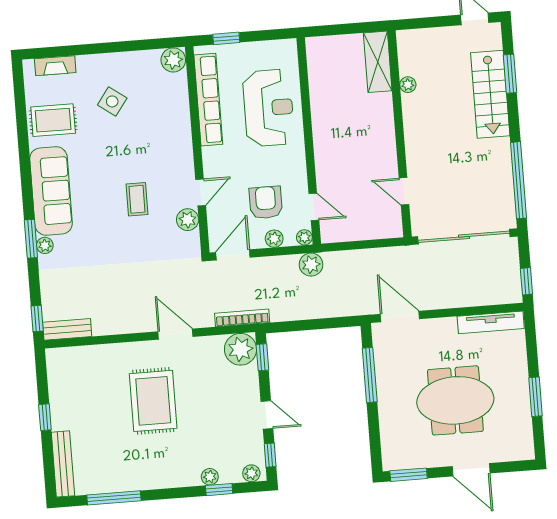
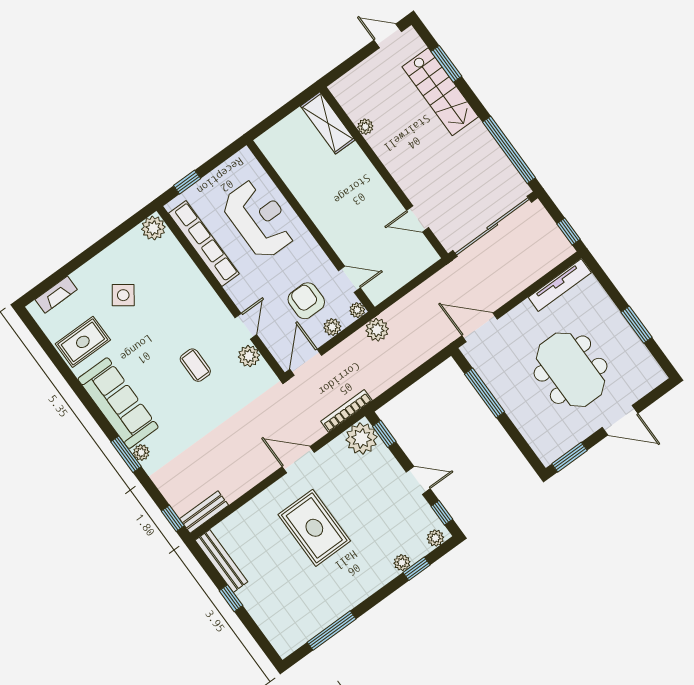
meeting table: (455, 400) -> (570, 370), turned 90
bench: (63, 464) -> (221, 561), moved

